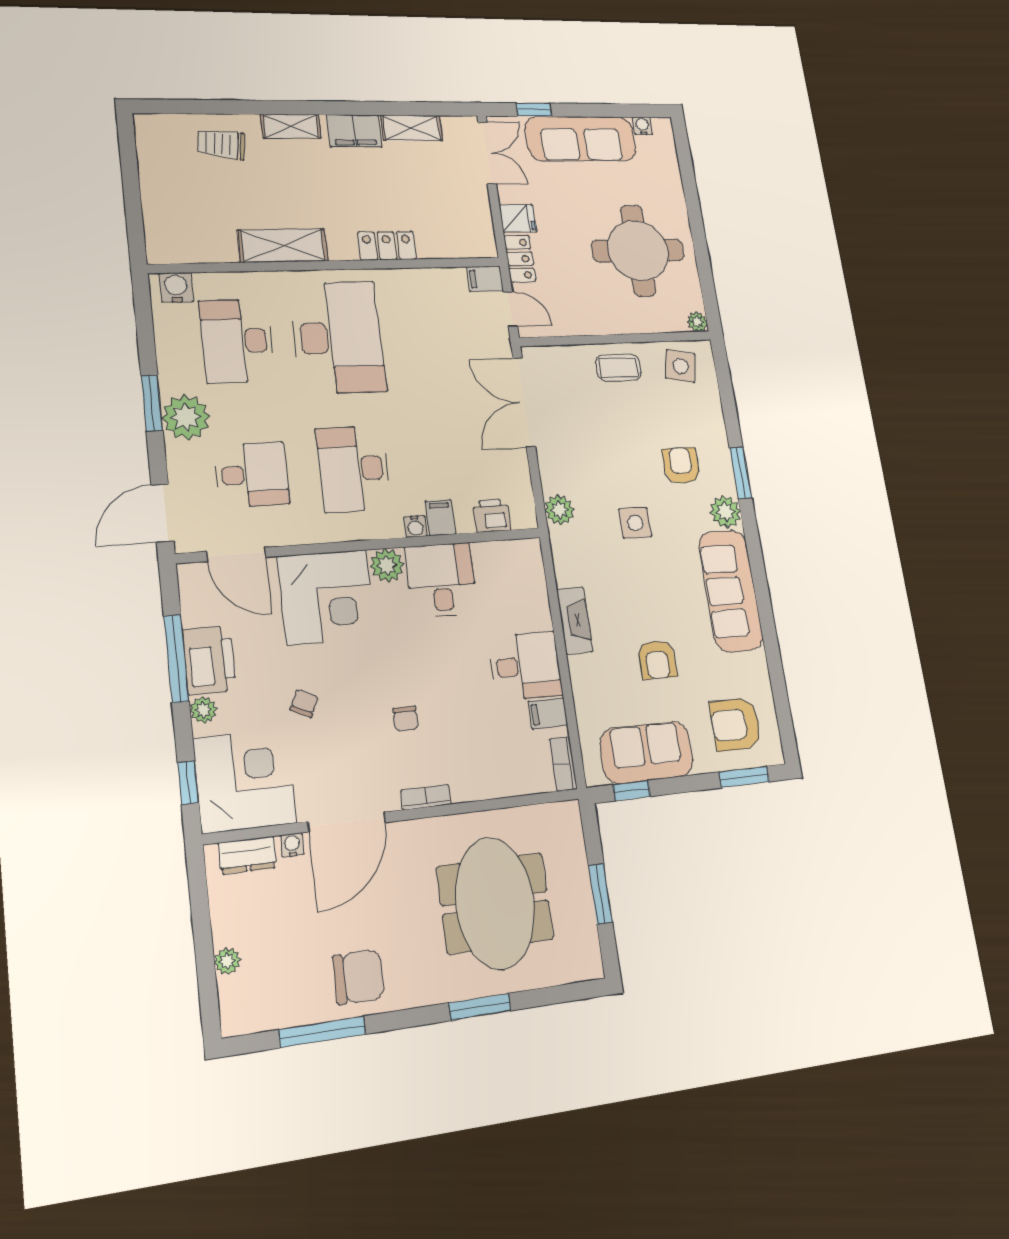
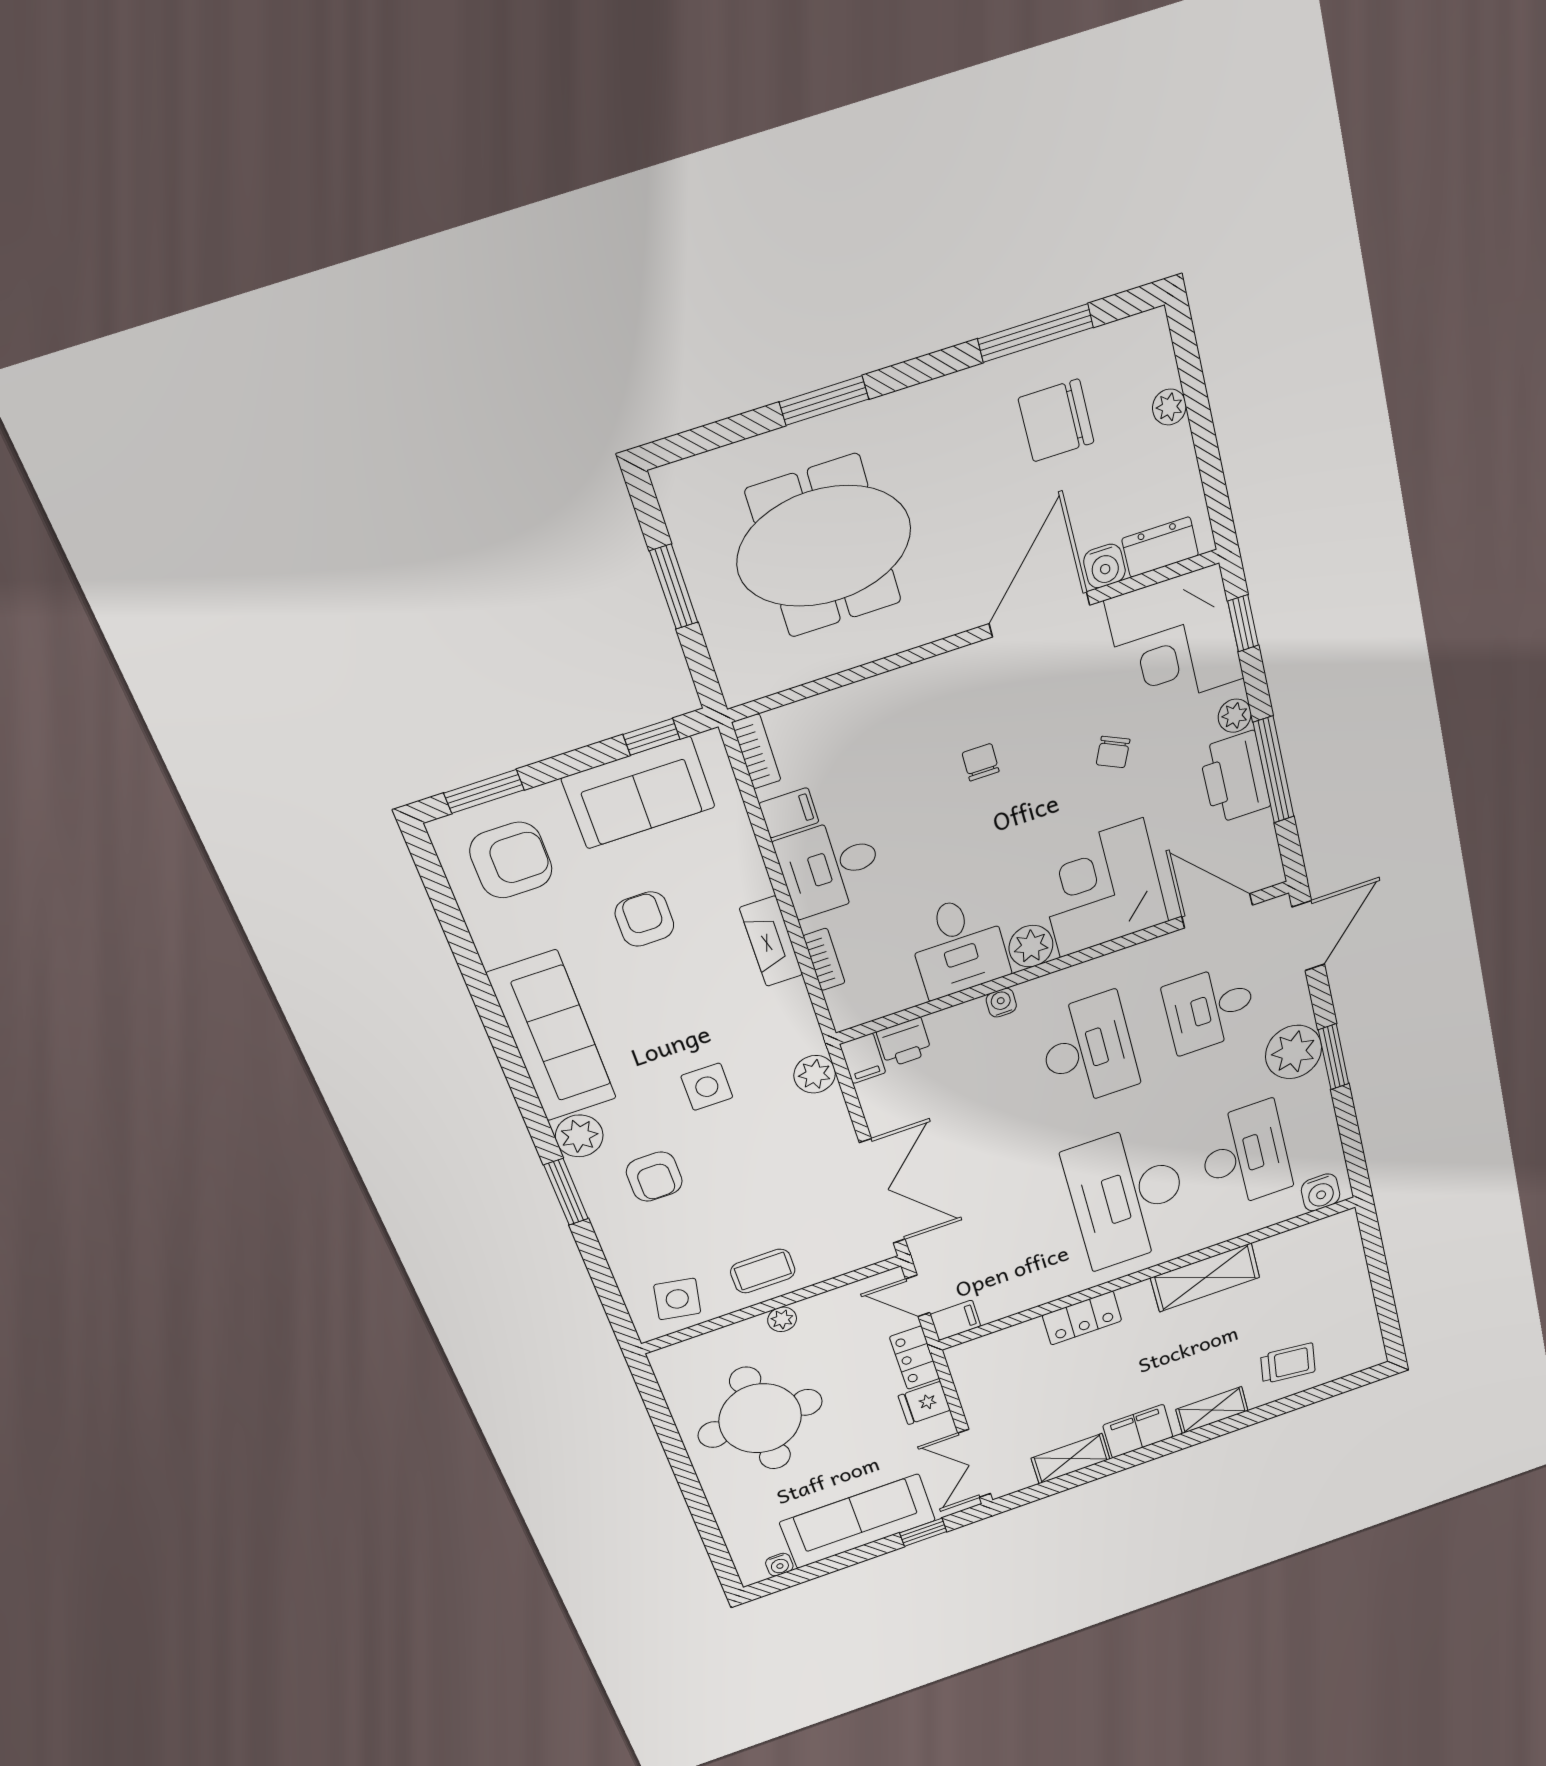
plant: (697, 322) -> (782, 1319), moved
filing cabinet: (440, 518) -> (863, 1058), moved
bookcase: (426, 797) -> (824, 959), moved, turned -90
water cooler: (292, 845) -> (1104, 566), width x1.38, depth x1.38
meeting table: (495, 903) -> (824, 546), turned 90
chair: (359, 977) -> (1056, 420), moved

